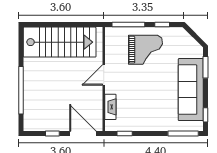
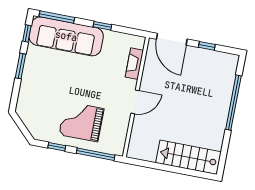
stairs: (60, 42) -> (188, 157), width x0.73, depth x0.66
window: (206, 67) -> (21, 66), moved
sofa: (191, 90) -> (66, 36), moved, turned 90
window: (125, 134) -> (102, 26), moved

